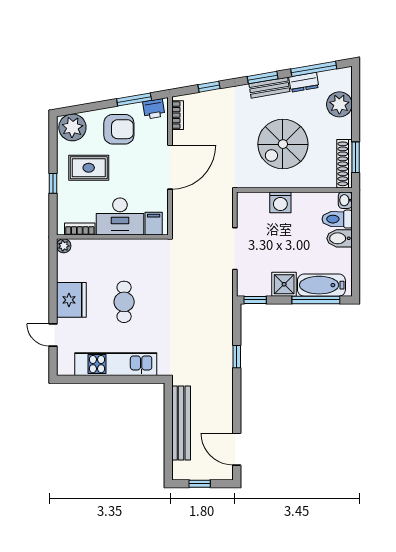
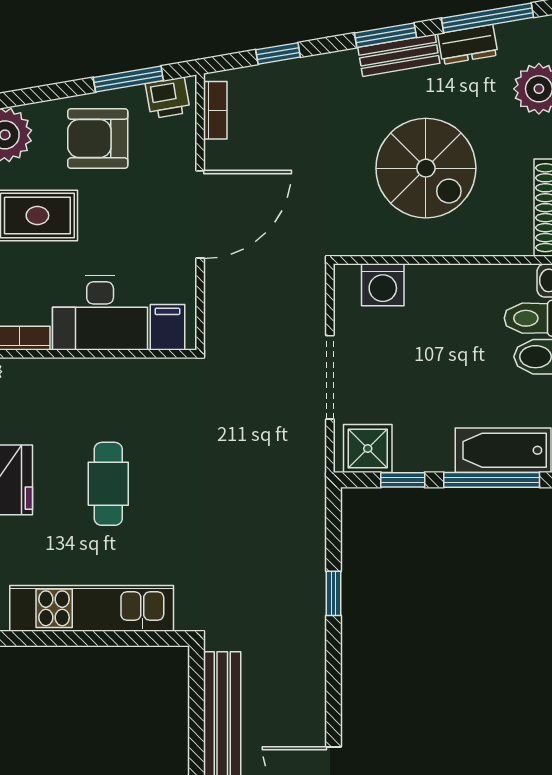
armchair: (119, 129) -> (98, 139), turned 180
spiral stairs: (283, 144) -> (426, 168), turned -90
washing machine: (280, 202) -> (383, 285), moved
shower: (284, 284) -> (368, 449), moved
window: (255, 300) -> (403, 480), moved

